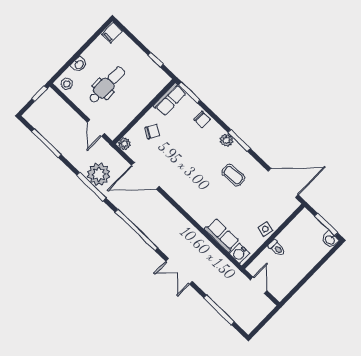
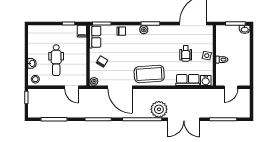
filing cabinet: (112, 33) -> (82, 31), moved
dental chair: (107, 85) -> (56, 60), turned 180
plant: (99, 174) -> (159, 109), moved
coffee table: (233, 175) -> (149, 74), moved, width x1.86, depth x1.72
door: (145, 176) -> (120, 87), hinge flipped
wheelchair: (246, 206) -> (186, 54), added
double door: (179, 271) -> (184, 119), width x1.37
door: (259, 285) -> (231, 87), swing flipped

